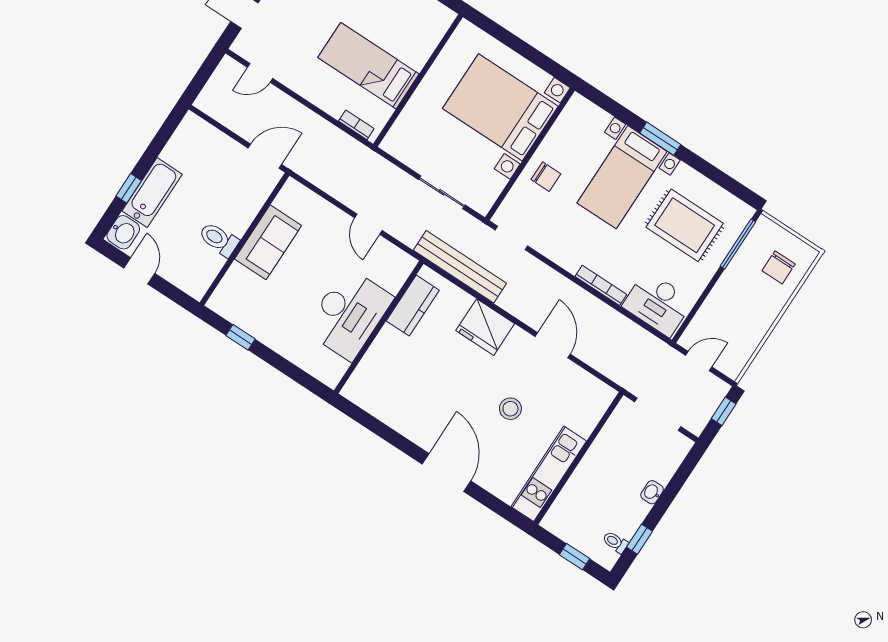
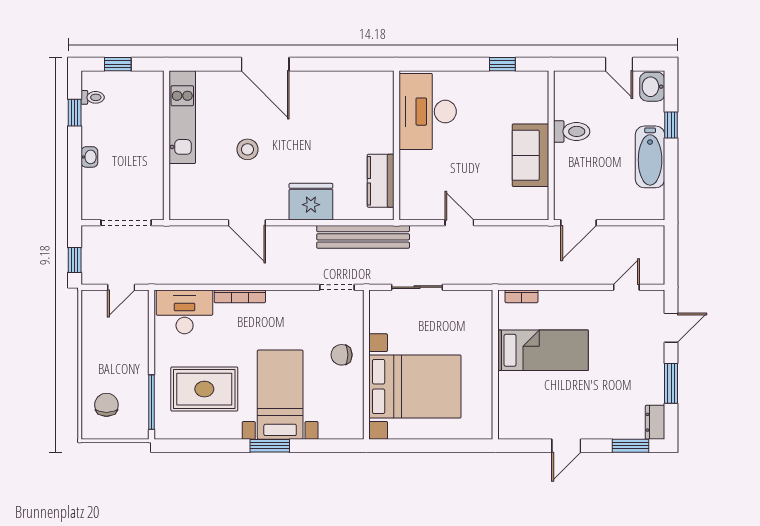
bathtub: (152, 193) -> (650, 157), moved
desk: (349, 314) -> (428, 112), moved

